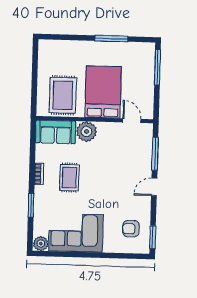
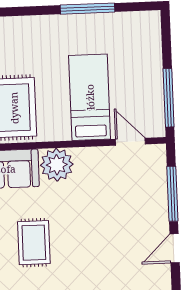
window: (157, 67) -> (169, 98), moved
bed: (103, 92) -> (90, 97), width x0.67

